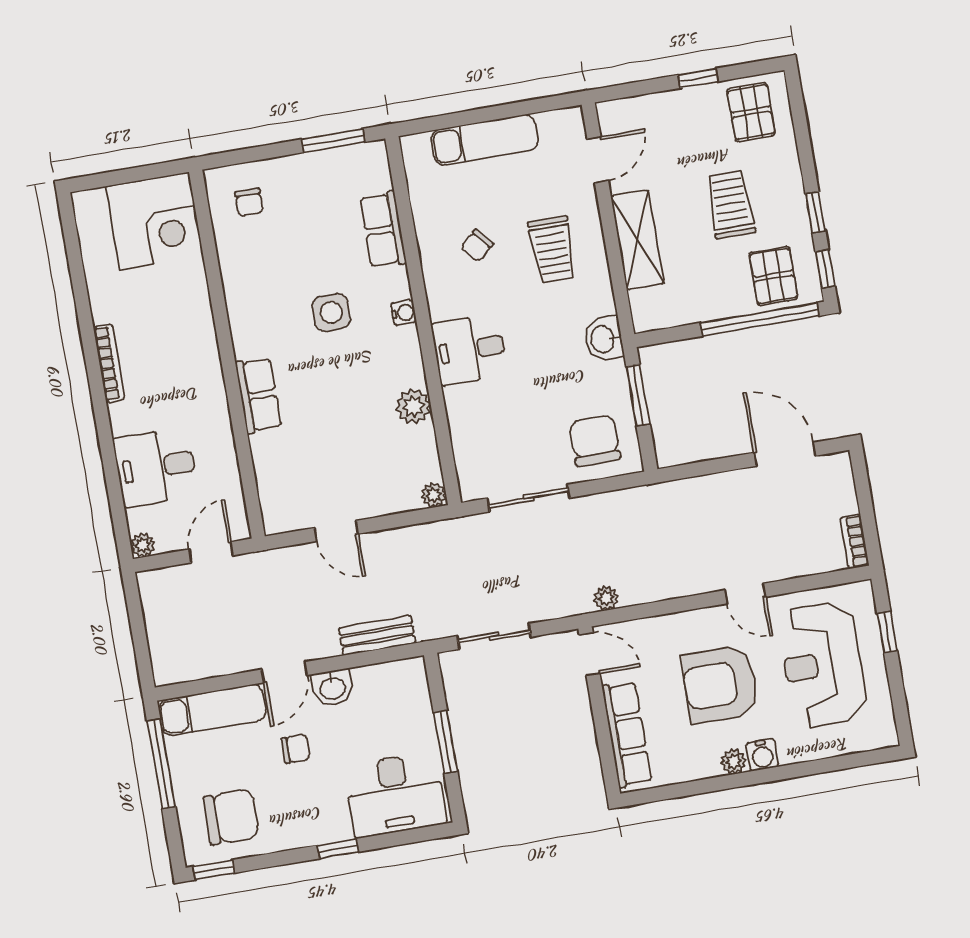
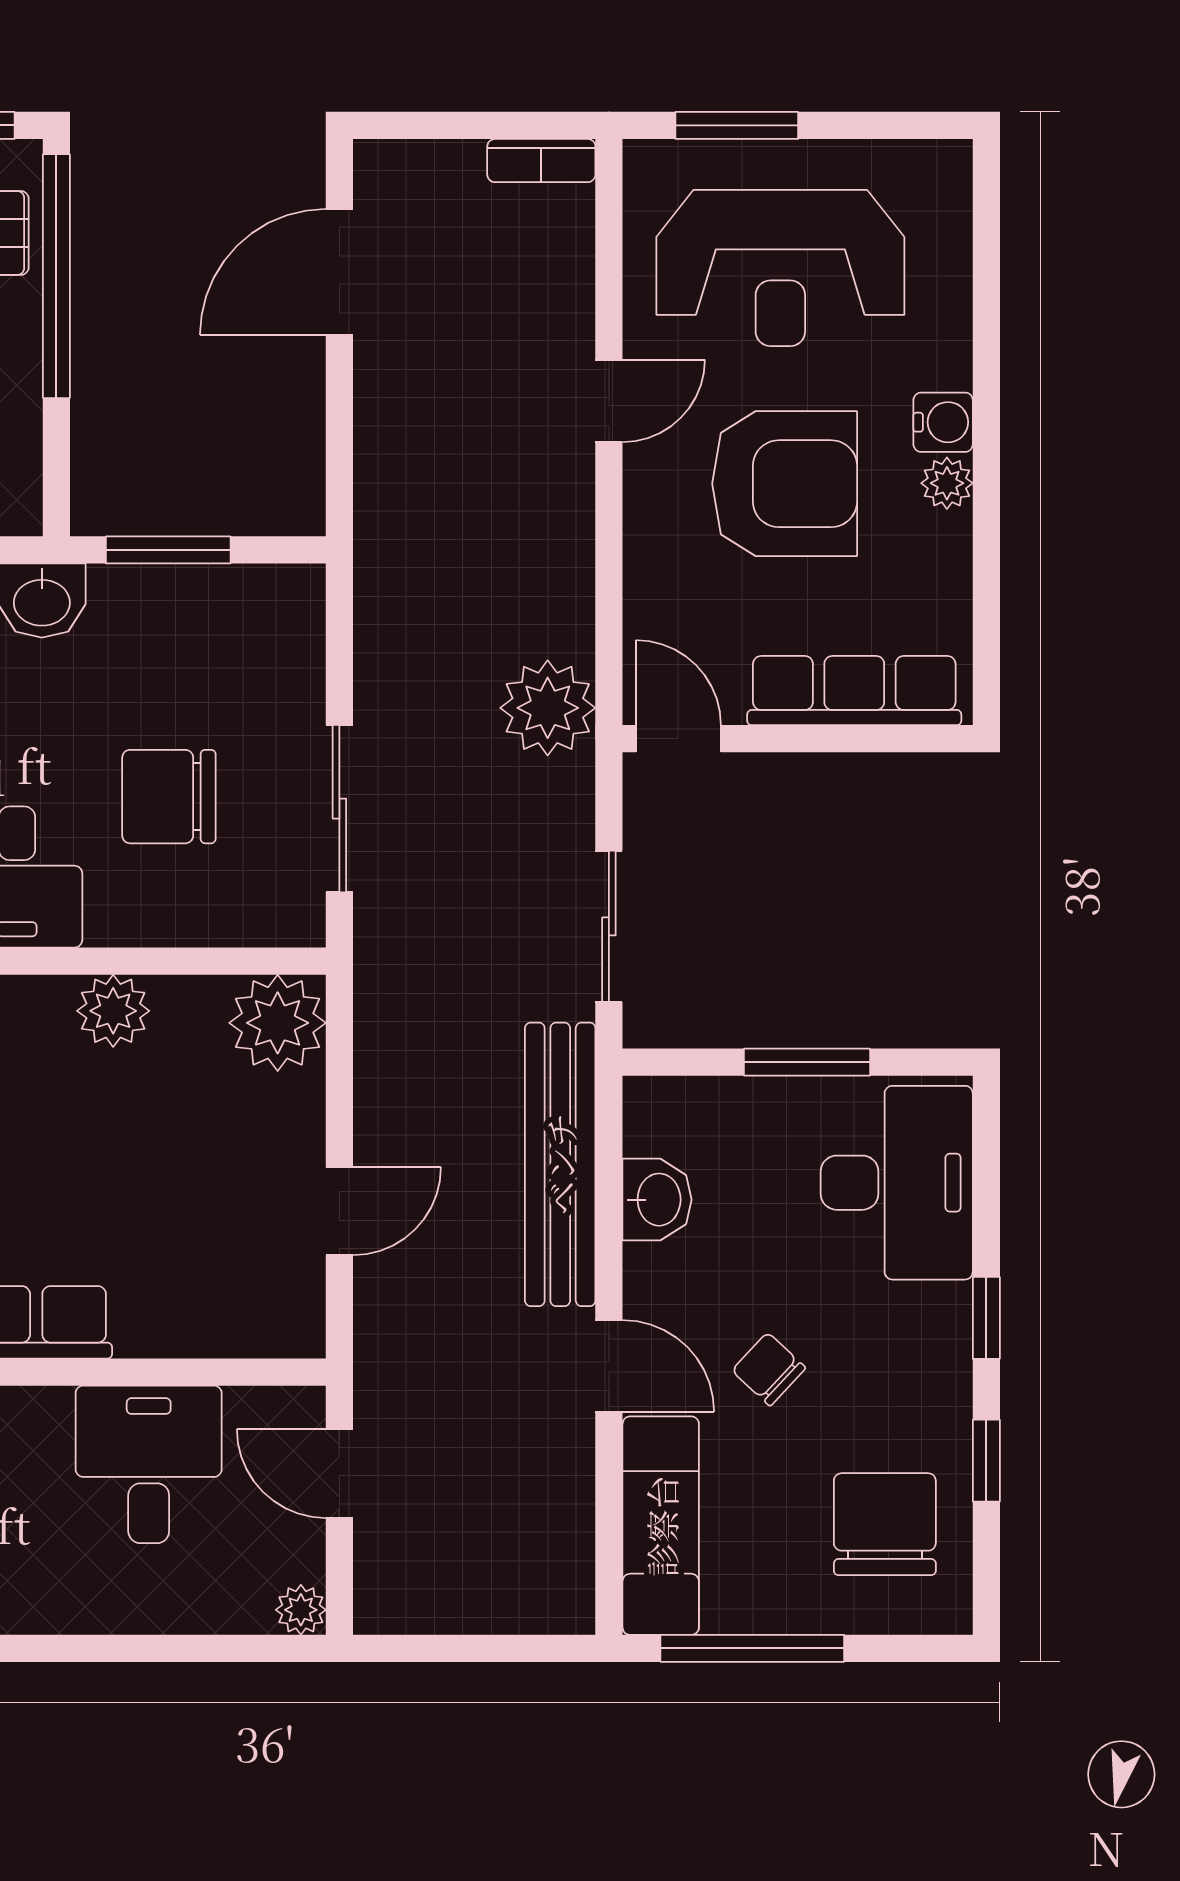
chair: (595, 441) -> (169, 797), moved
desk: (156, 467) -> (149, 1464), moved, turned 180
plant: (434, 495) -> (278, 1023), width x1.88, depth x1.88
plant: (606, 598) -> (548, 708), width x1.88, depth x1.88
window: (887, 632) -> (737, 125), width x1.50
bench: (377, 635) -> (560, 1164), width x1.86, depth x1.21
door: (590, 654) -> (678, 739), hinge flipped
armchair: (720, 684) -> (785, 484), turned -90
washbasin: (333, 688) -> (657, 1200), moved
chair: (296, 749) -> (769, 1369), turned -47
window: (214, 870) -> (986, 1461), moved

